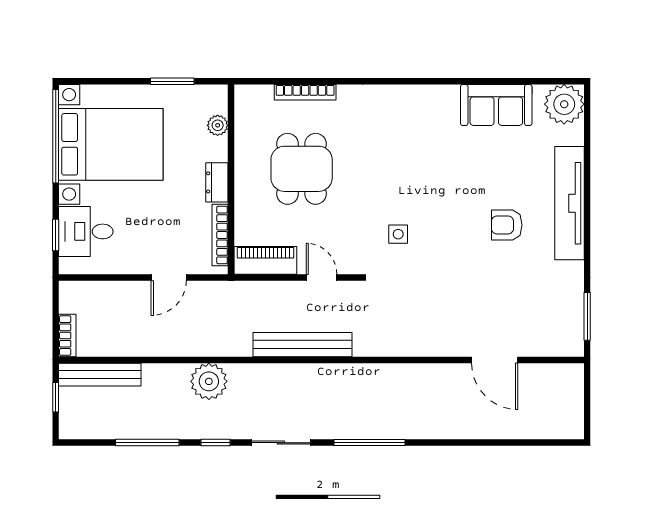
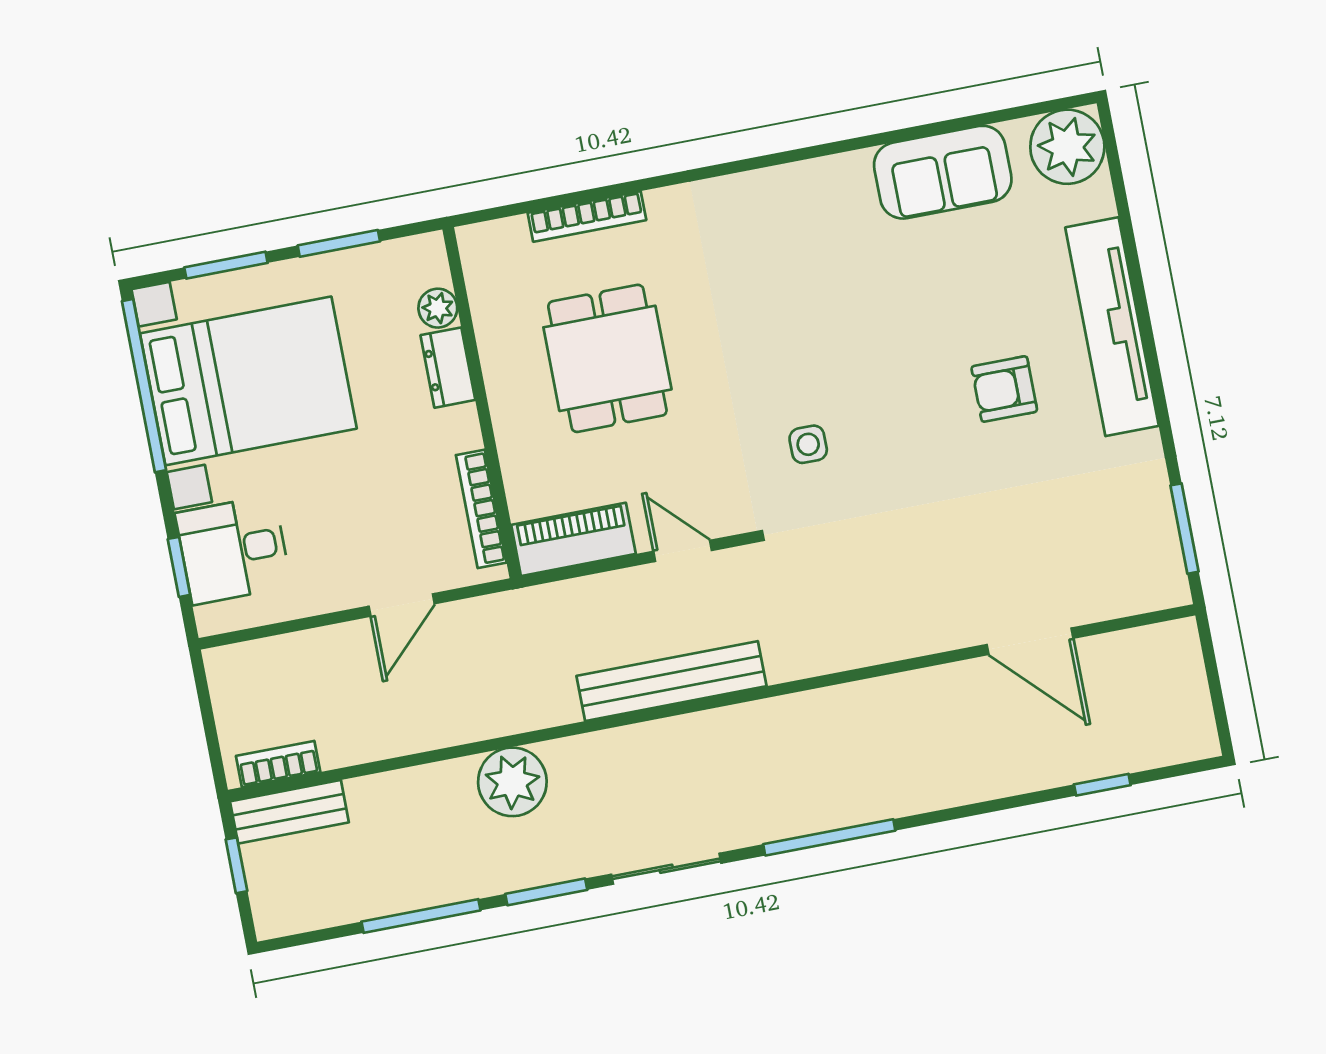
window: (111, 81) -> (226, 265), added
dresser: (217, 182) -> (448, 368), moved
bookcase: (67, 336) -> (278, 764), moved, turned -90
bench: (100, 375) -> (289, 812), width x0.73
window: (216, 443) -> (546, 892), width x1.50
window: (518, 443) -> (1102, 785), added

